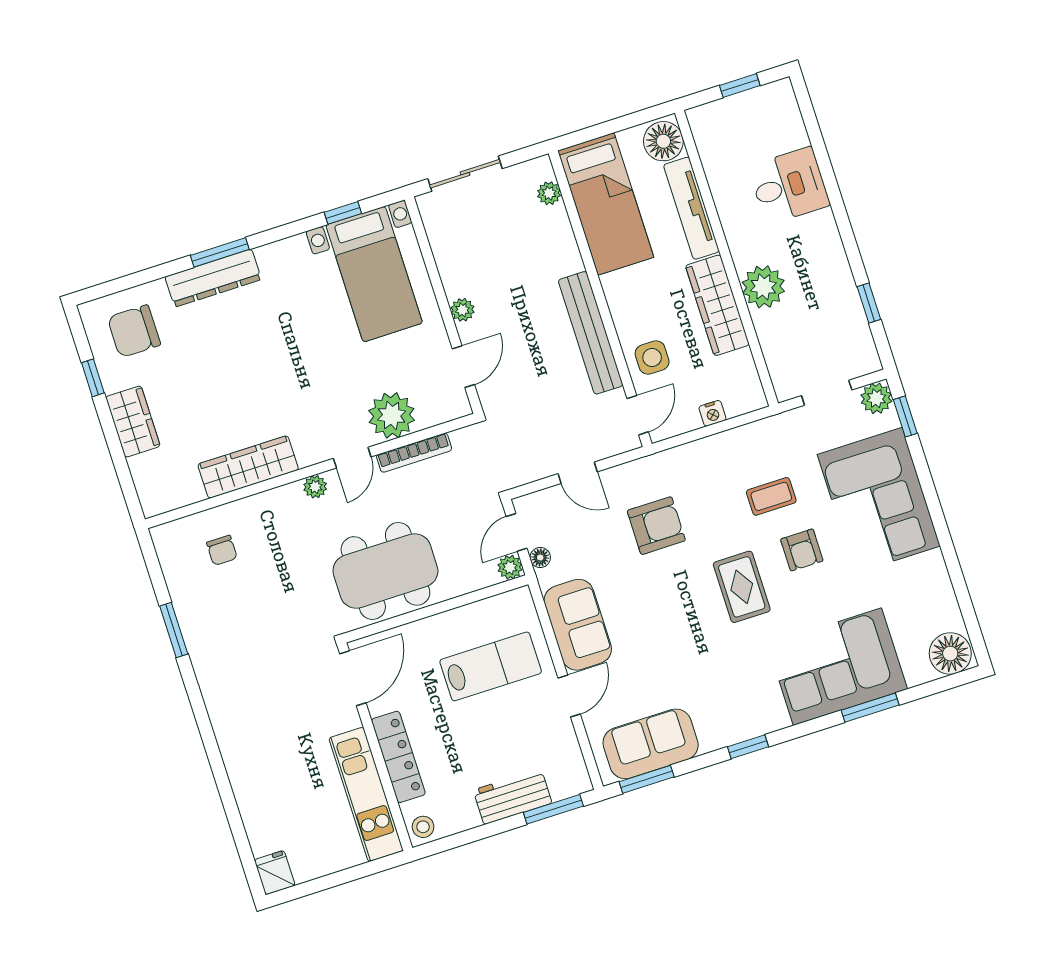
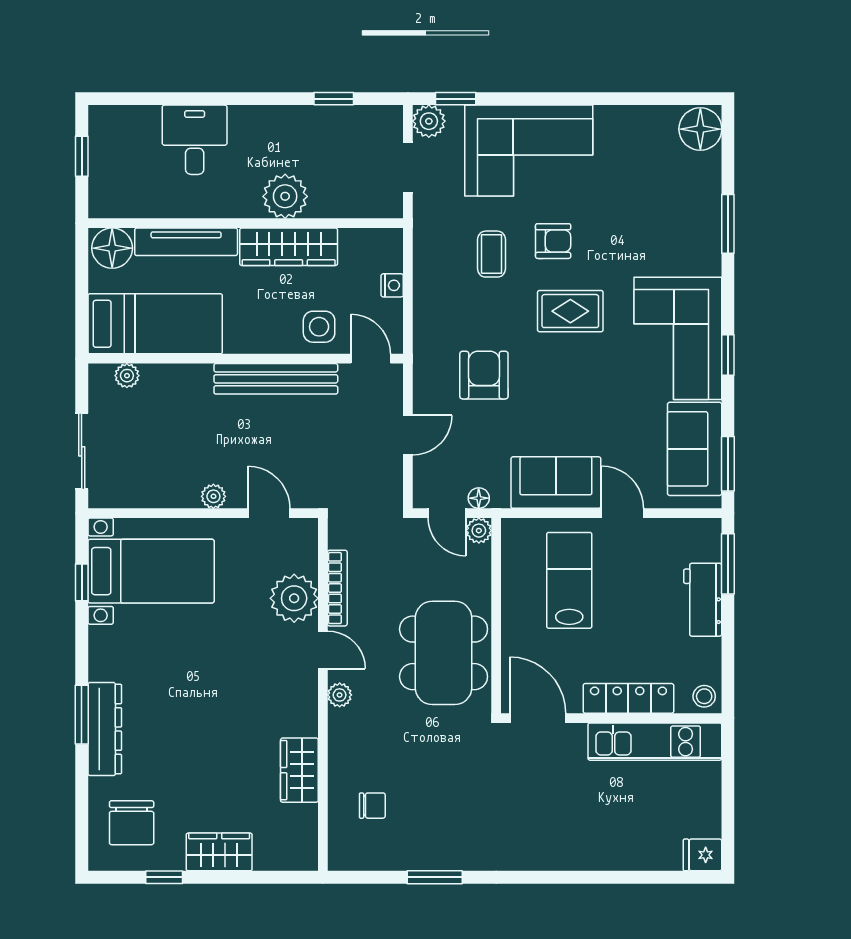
wardrobe: (248, 467) -> (299, 770), width x0.67
corner sofa: (837, 667) -> (678, 338), moved

